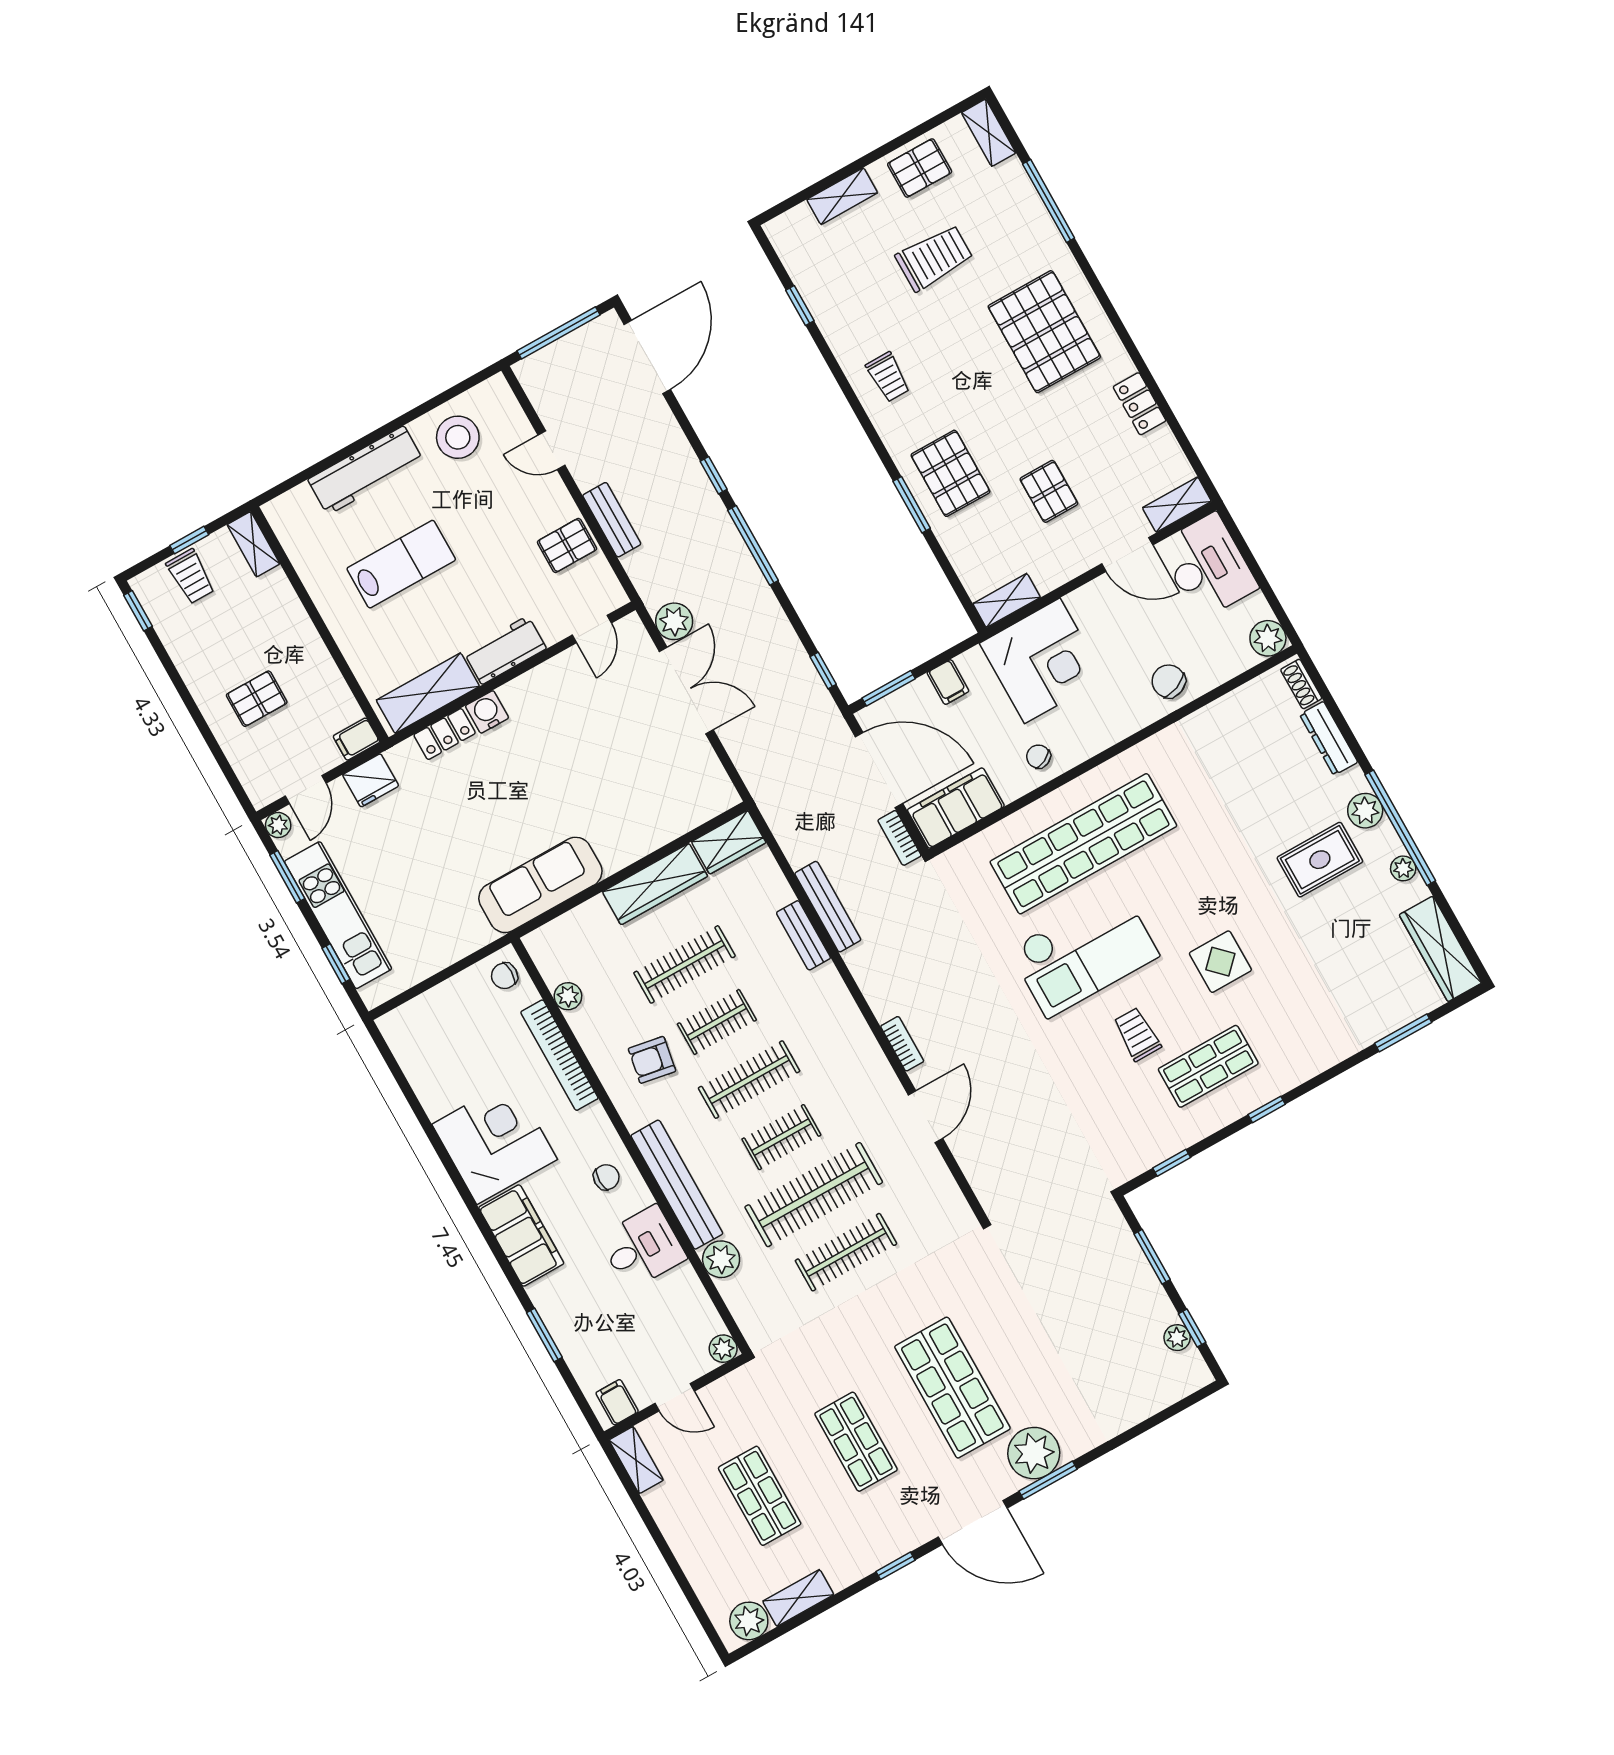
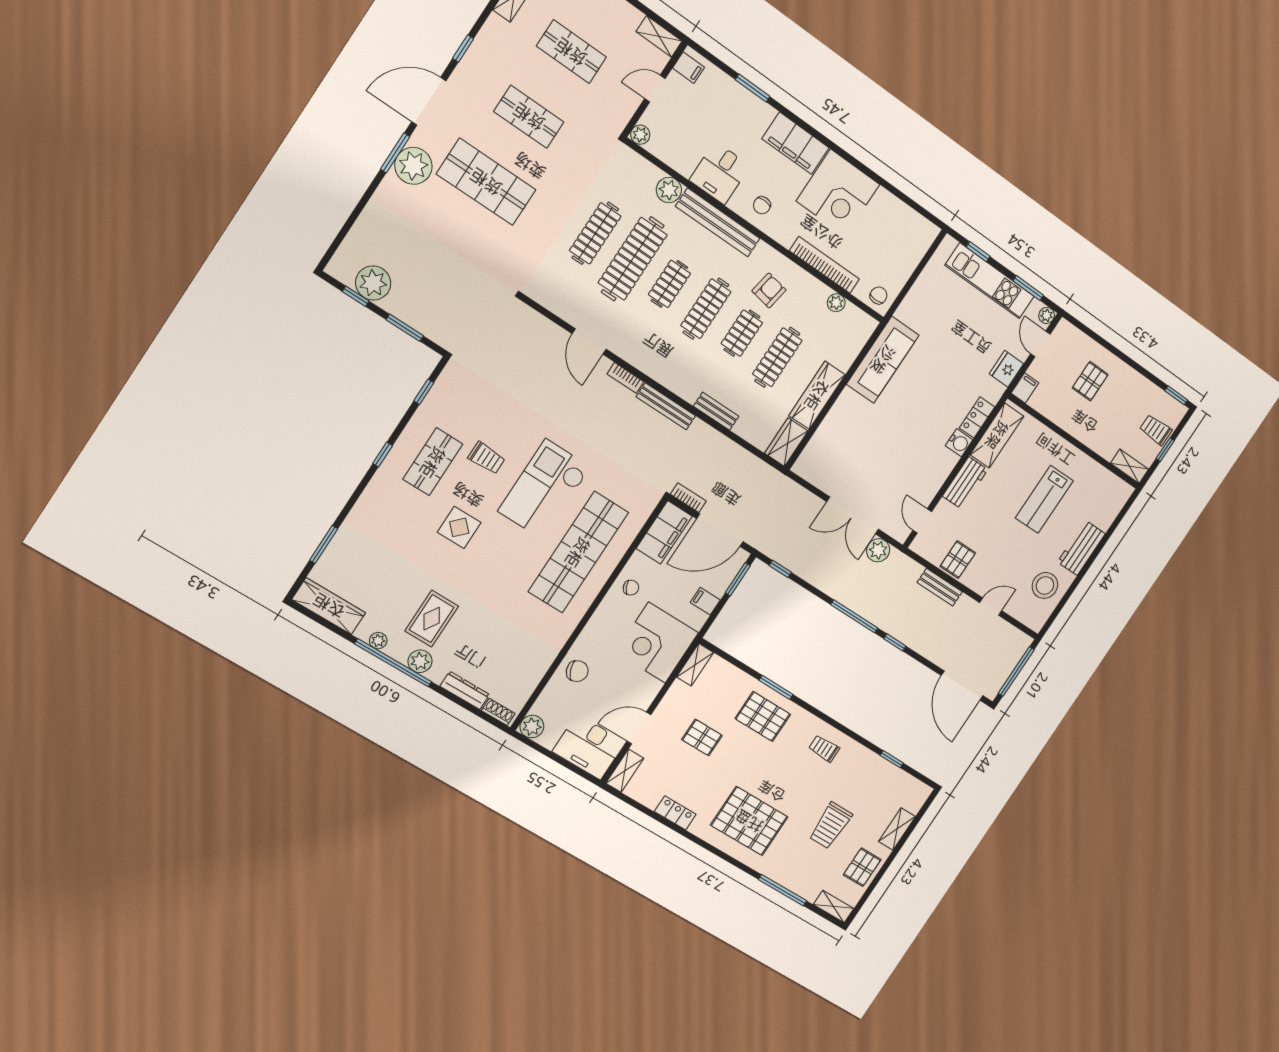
workbench: (366, 470) -> (1081, 548), width x0.73
bench: (828, 907) -> (666, 406), moved
plant: (1177, 1338) -> (373, 283), width x1.87, depth x1.87

